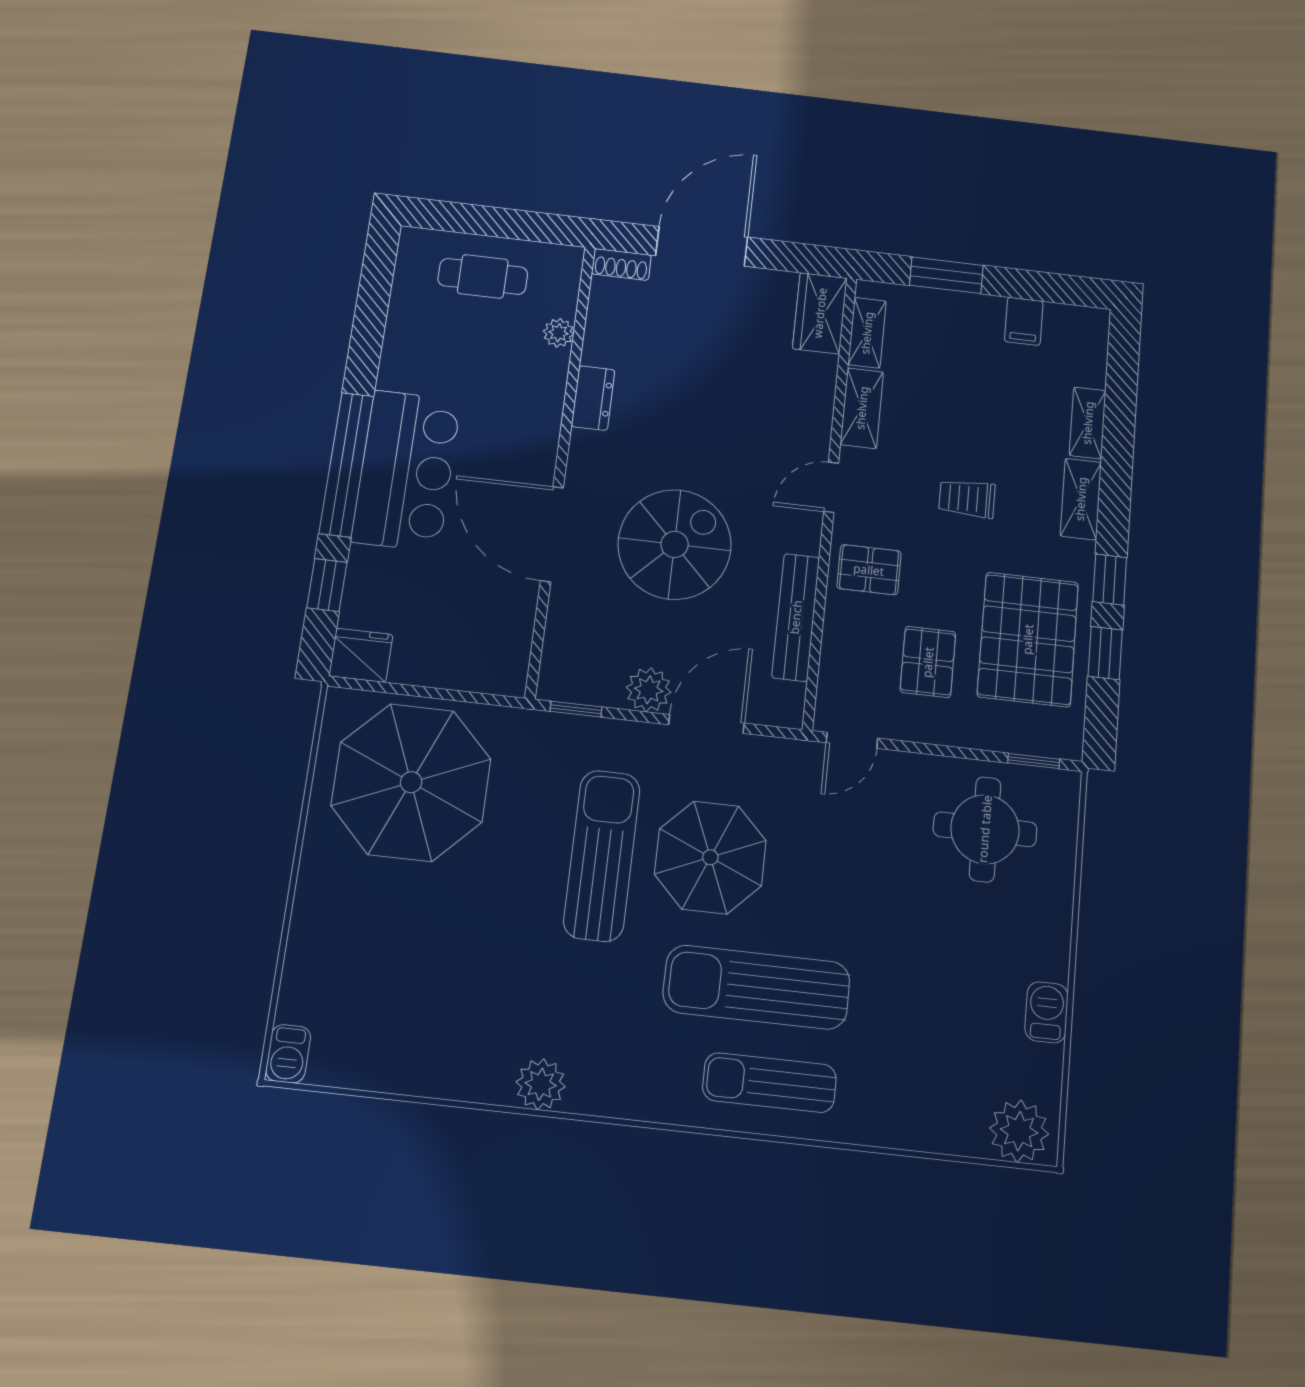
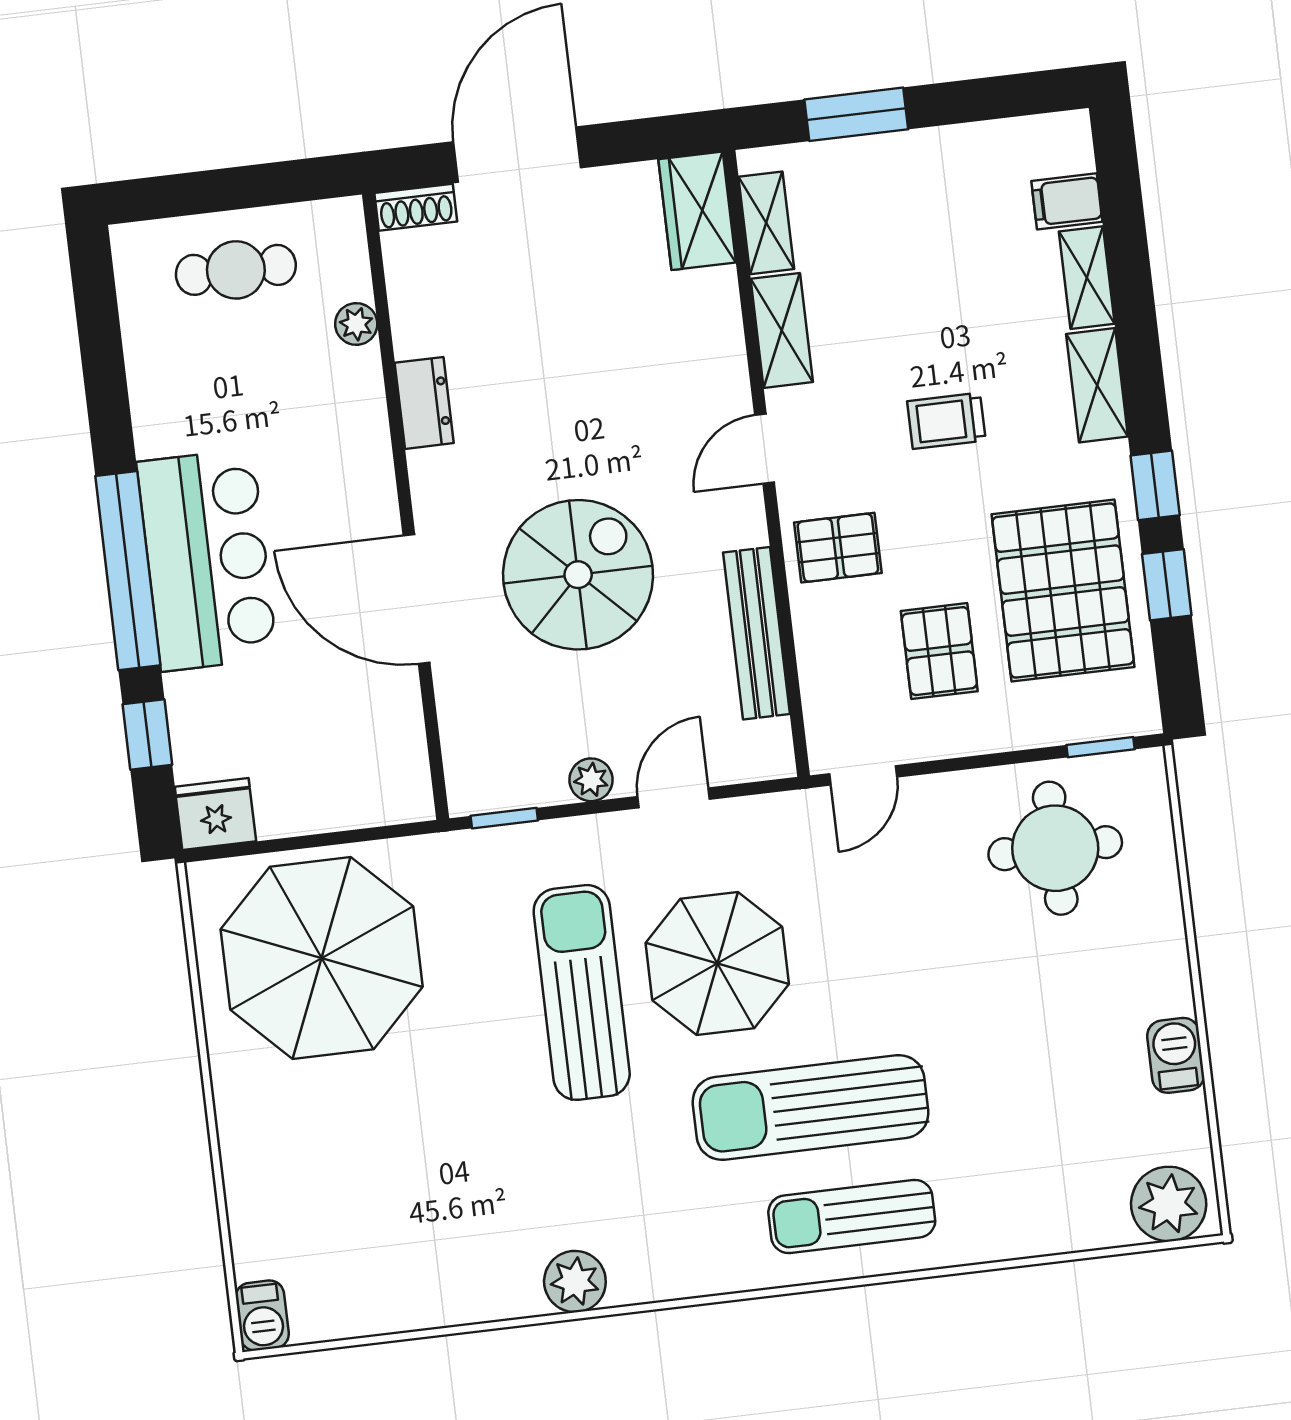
filing cabinet: (1024, 321) -> (1067, 201), moved, turned 90
plant: (649, 690) -> (591, 780), width x0.73, depth x0.73
door: (706, 724) -> (674, 798), width x0.73

